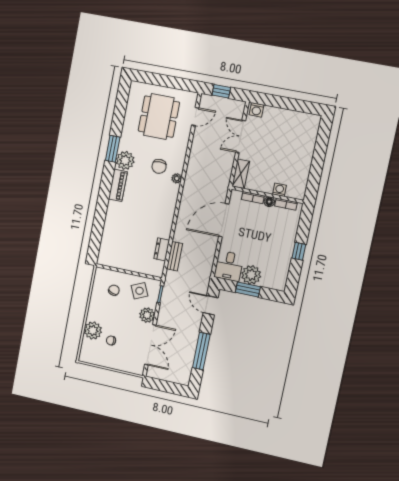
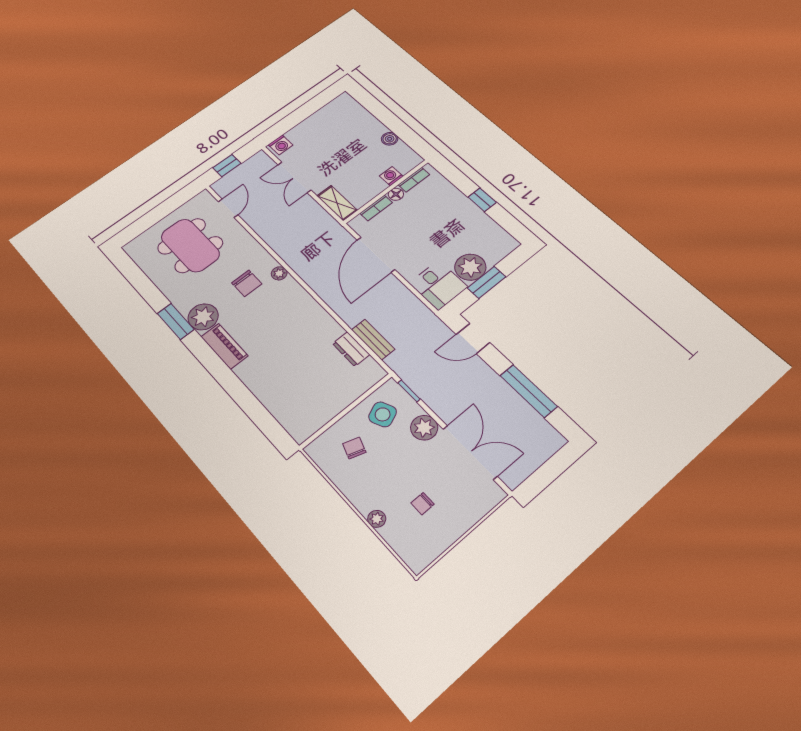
boiler: (305, 169) -> (390, 139), added
plant: (93, 330) -> (377, 519), width x0.53, depth x0.53

